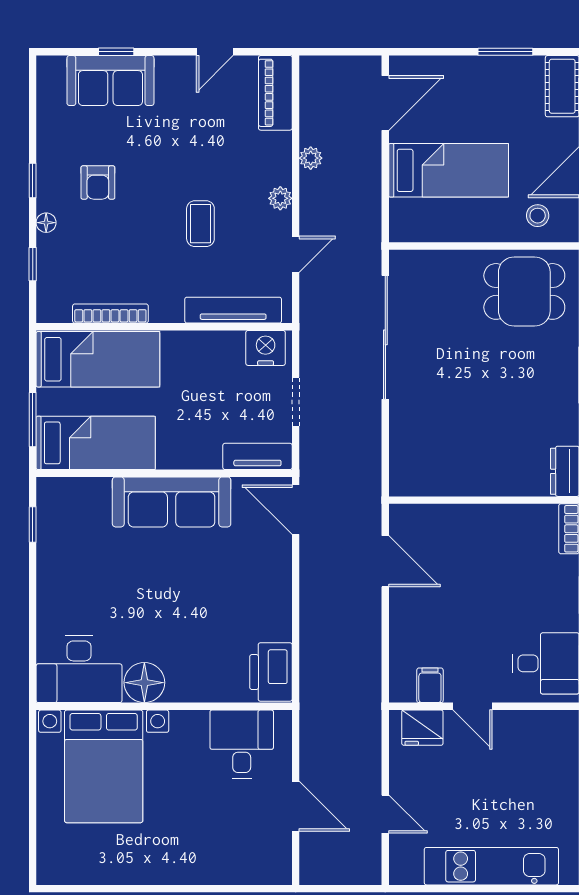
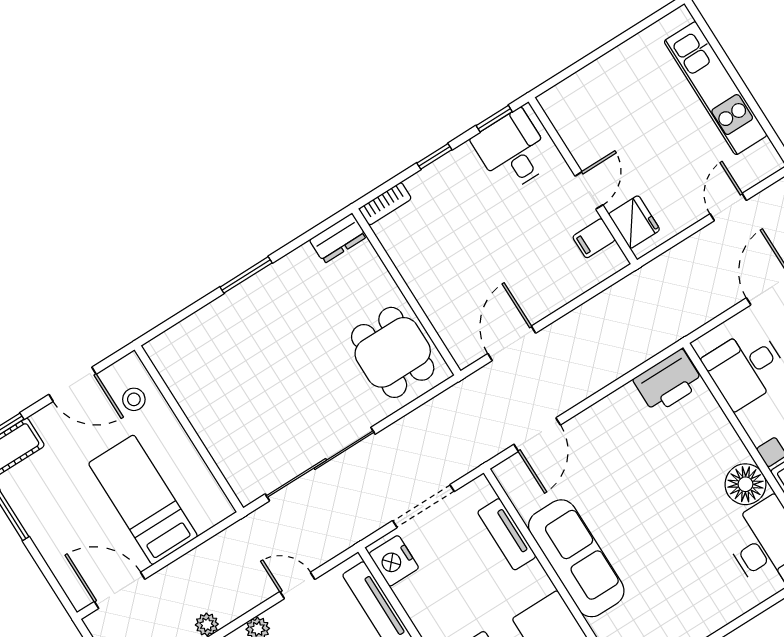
dining table: (524, 291) -> (393, 352), moved
doorway: (296, 402) -> (424, 506), width x1.38
tv unit: (257, 456) -> (507, 534), moved
door: (296, 510) -> (537, 435), moved

